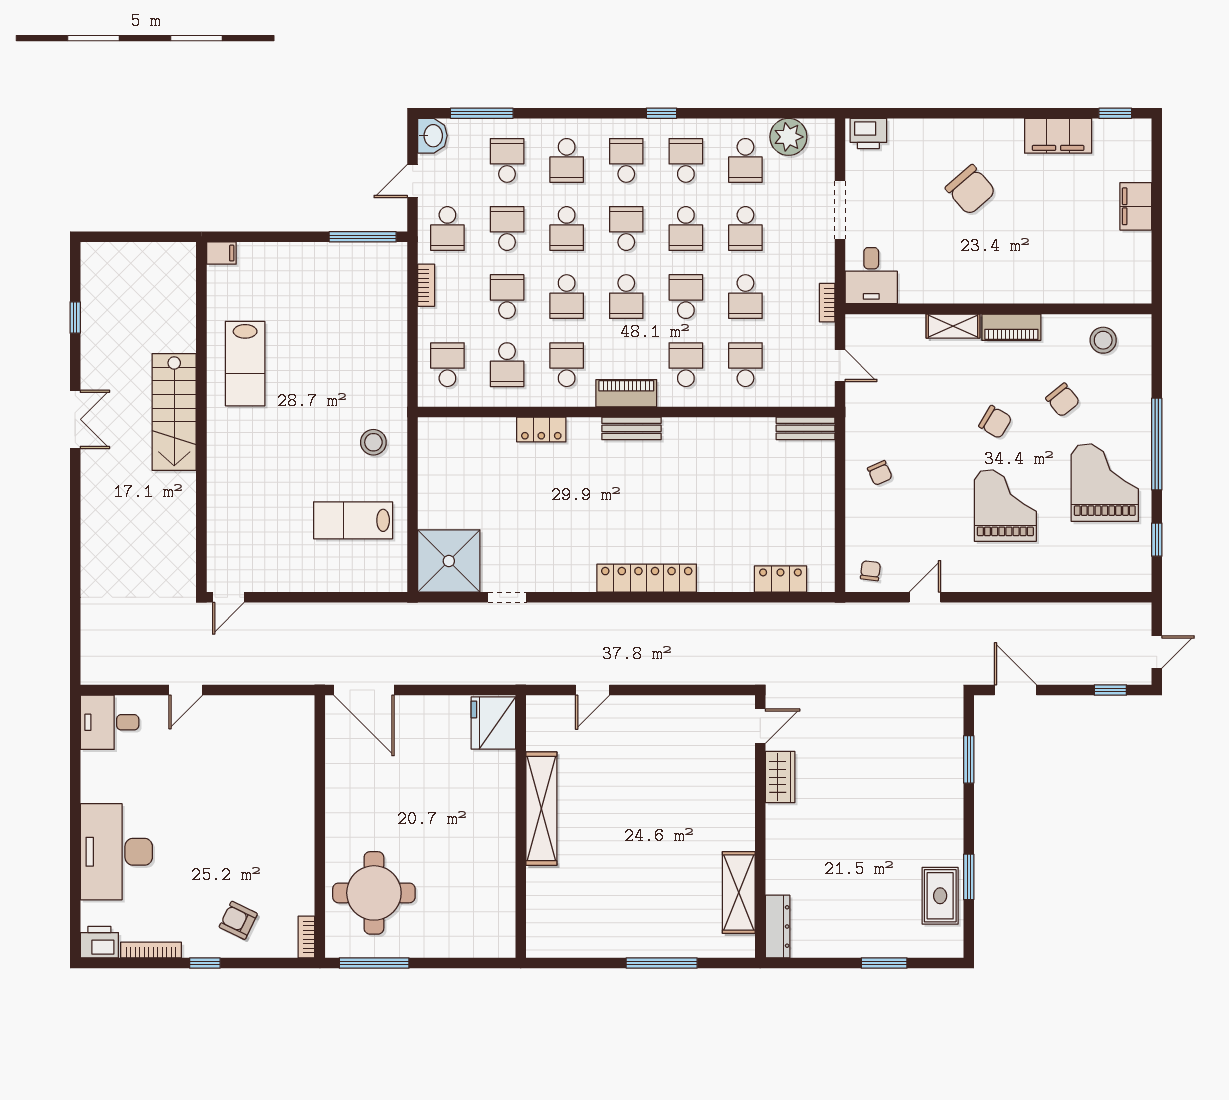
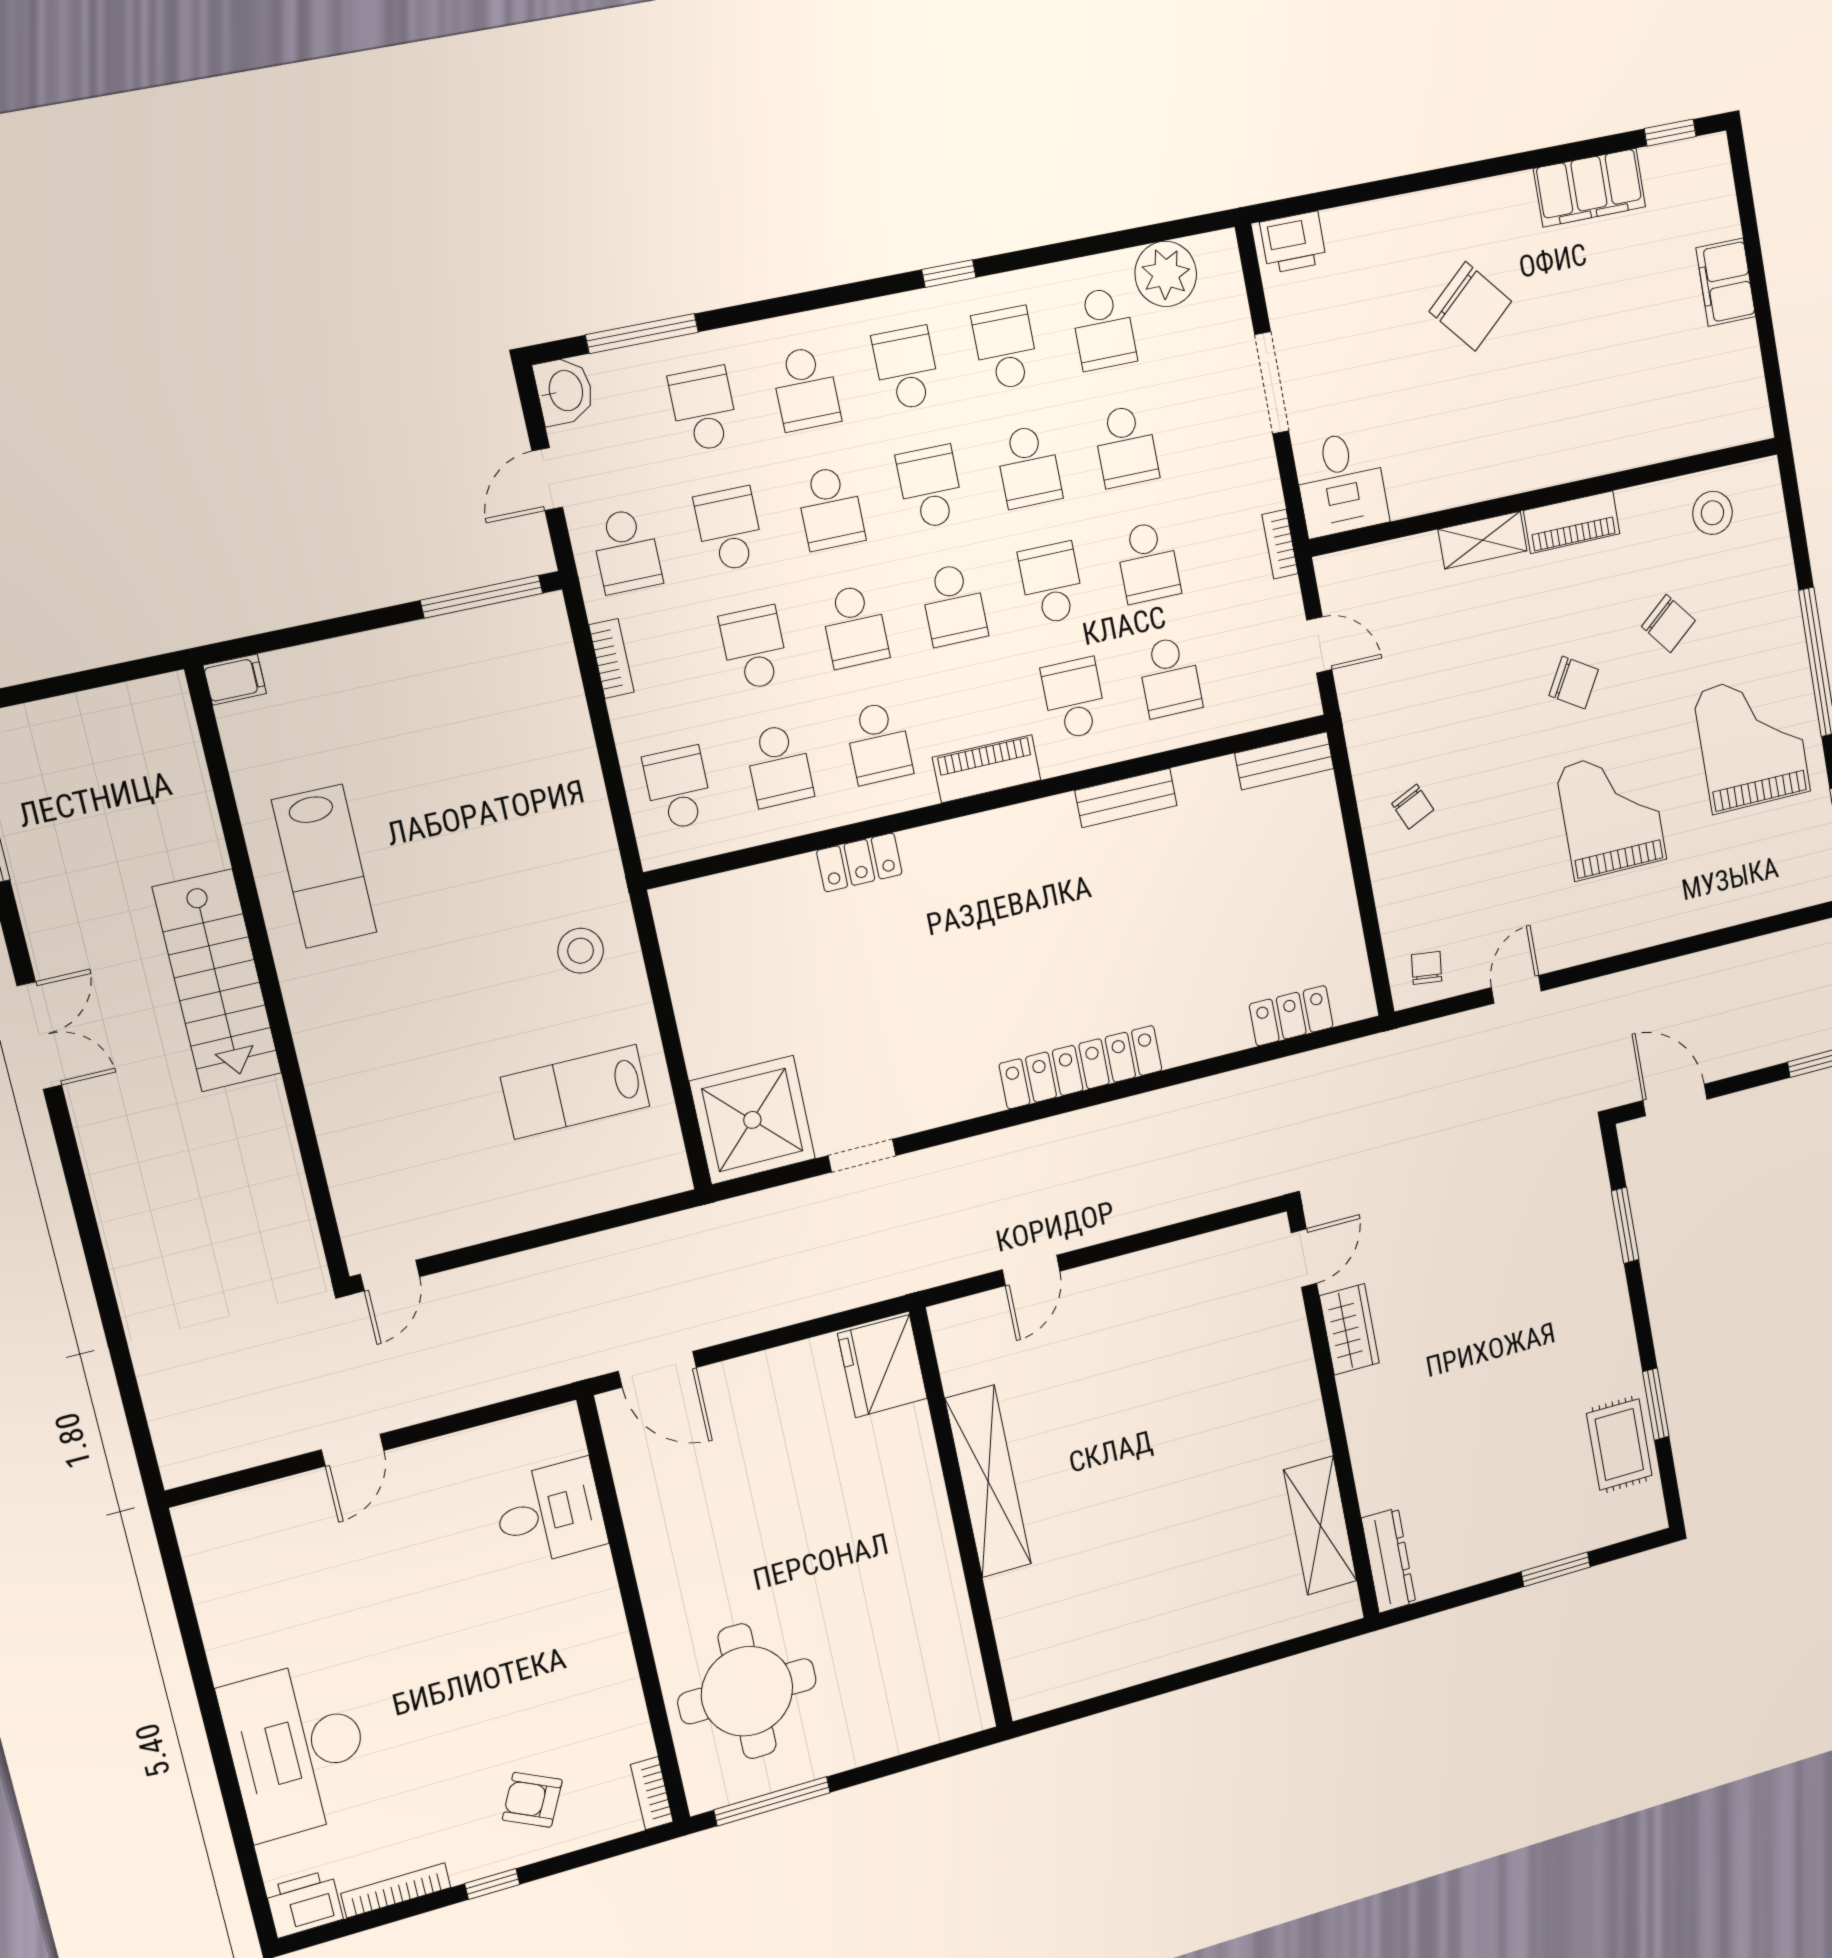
school desk: (567, 365) -> (879, 743), turned 180
school desk: (745, 365) -> (1170, 677), turned 180
bench: (631, 428) -> (1126, 798), moved
door: (364, 690) -> (657, 1369), width x0.73
desk: (110, 722) -> (550, 1513), moved, turned 180
window: (662, 963) -> (1224, 1667), removed

